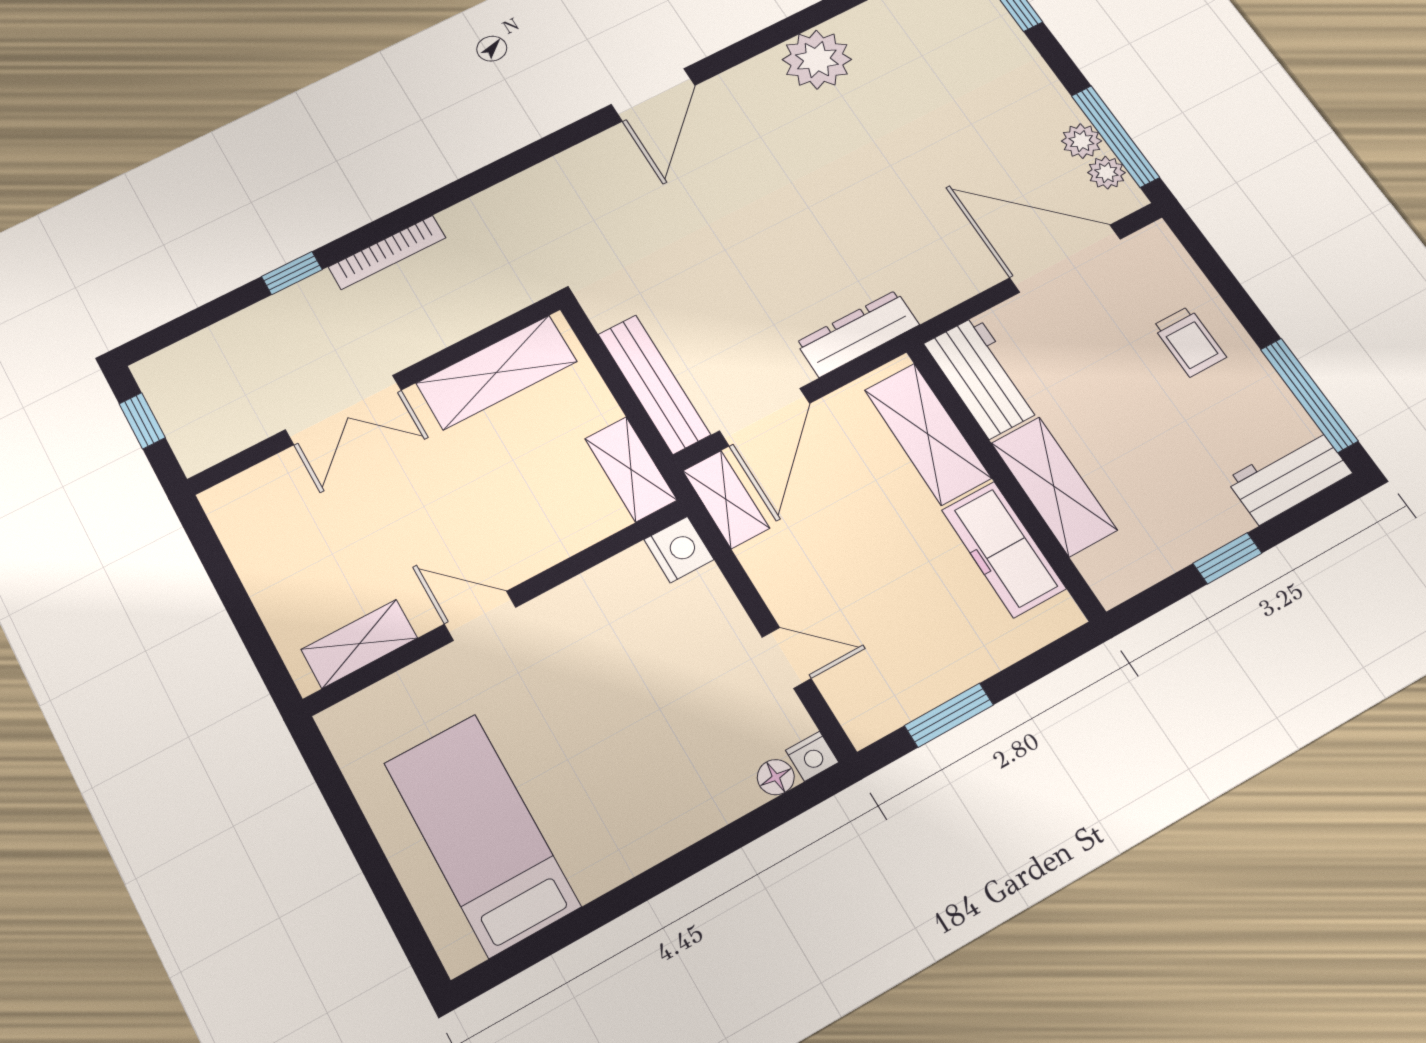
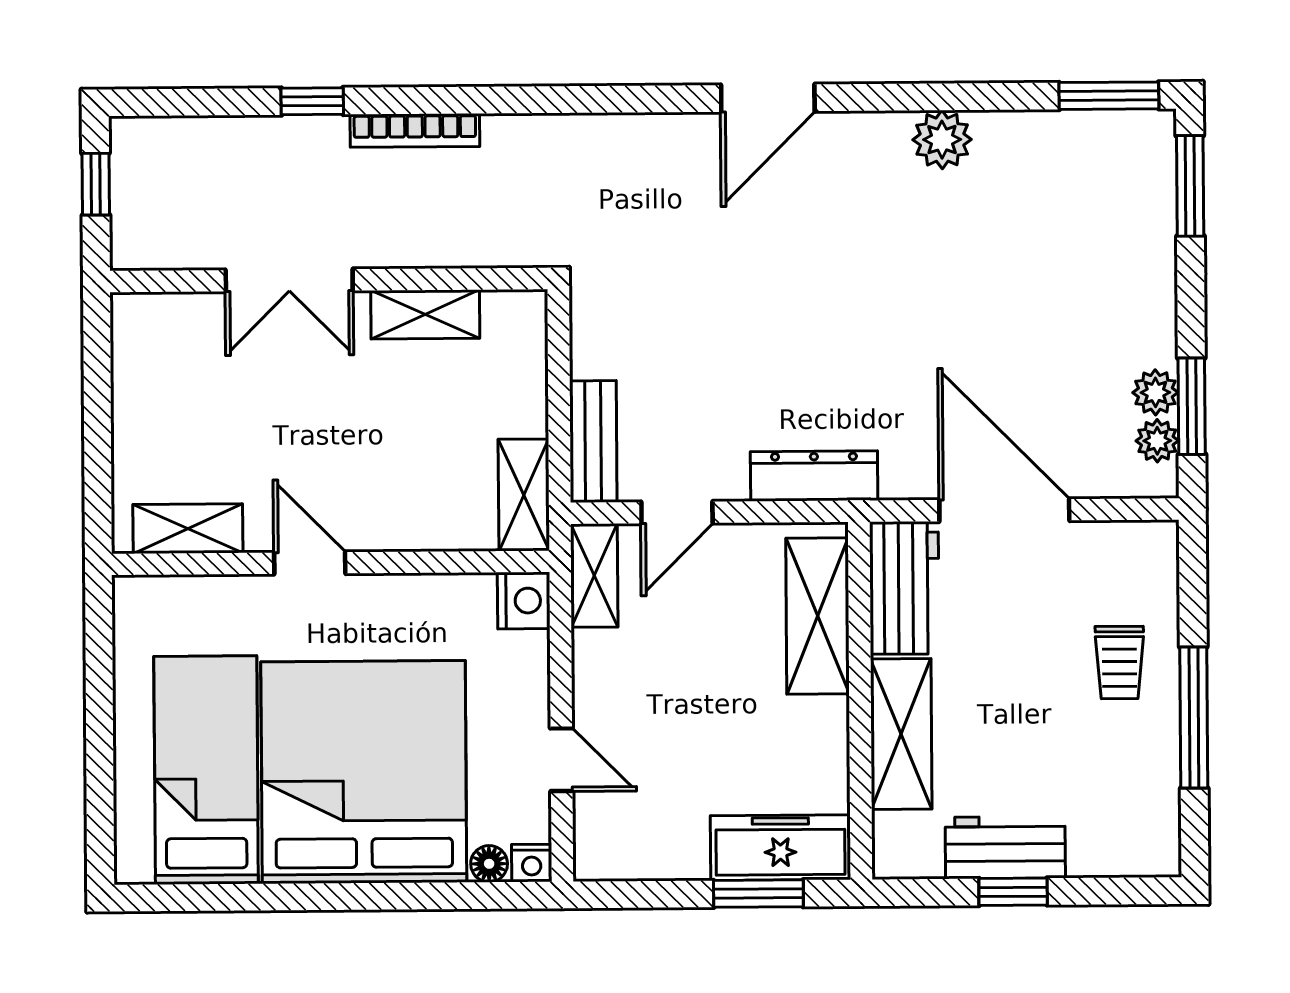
plant: (817, 60) -> (942, 140), width x0.73, depth x0.73
window: (1115, 136) -> (1192, 406), width x0.69
door: (1065, 258) -> (1004, 510), moved
shelving: (497, 372) -> (425, 314), width x0.67, depth x0.75
bench: (654, 384) -> (593, 441), width x0.73
window: (1309, 395) -> (1194, 718), moved
door: (765, 417) -> (677, 512), width x0.73
workbench: (1289, 476) -> (1005, 848), moved
freezer: (1004, 549) -> (780, 848), moved, turned 90
window: (949, 715) -> (758, 894), moved
bed: (622, 760) -> (364, 772), added

